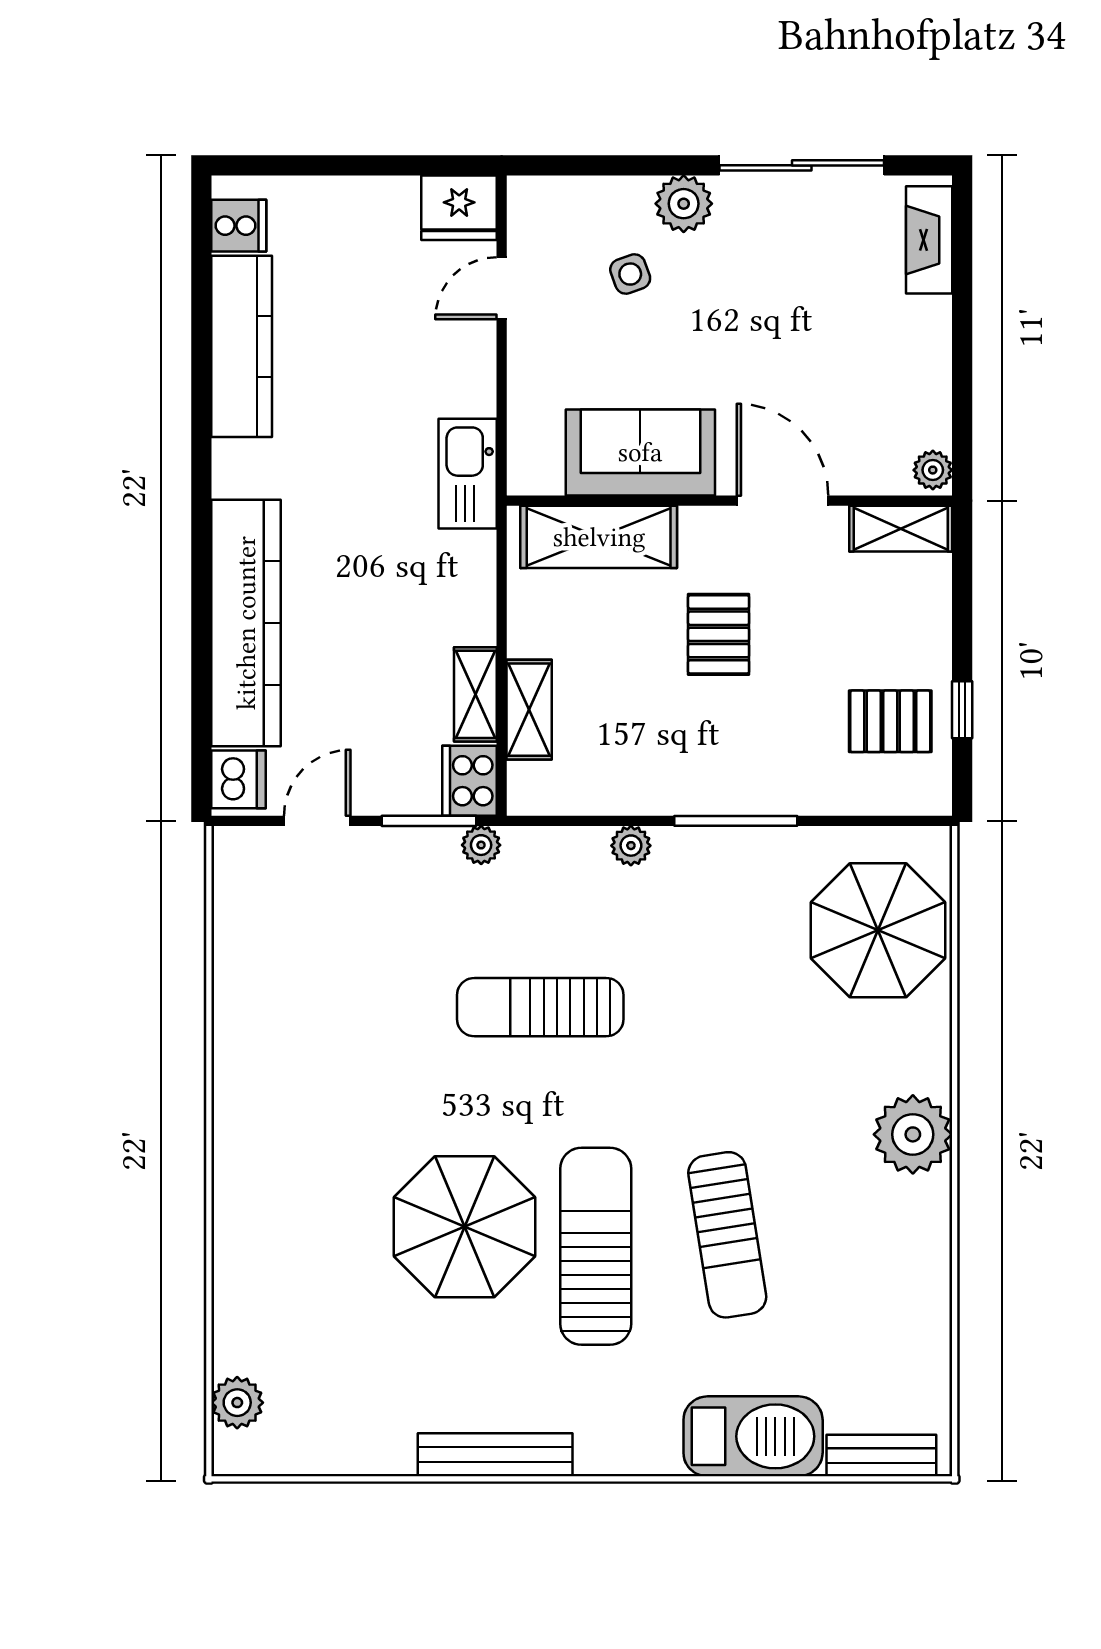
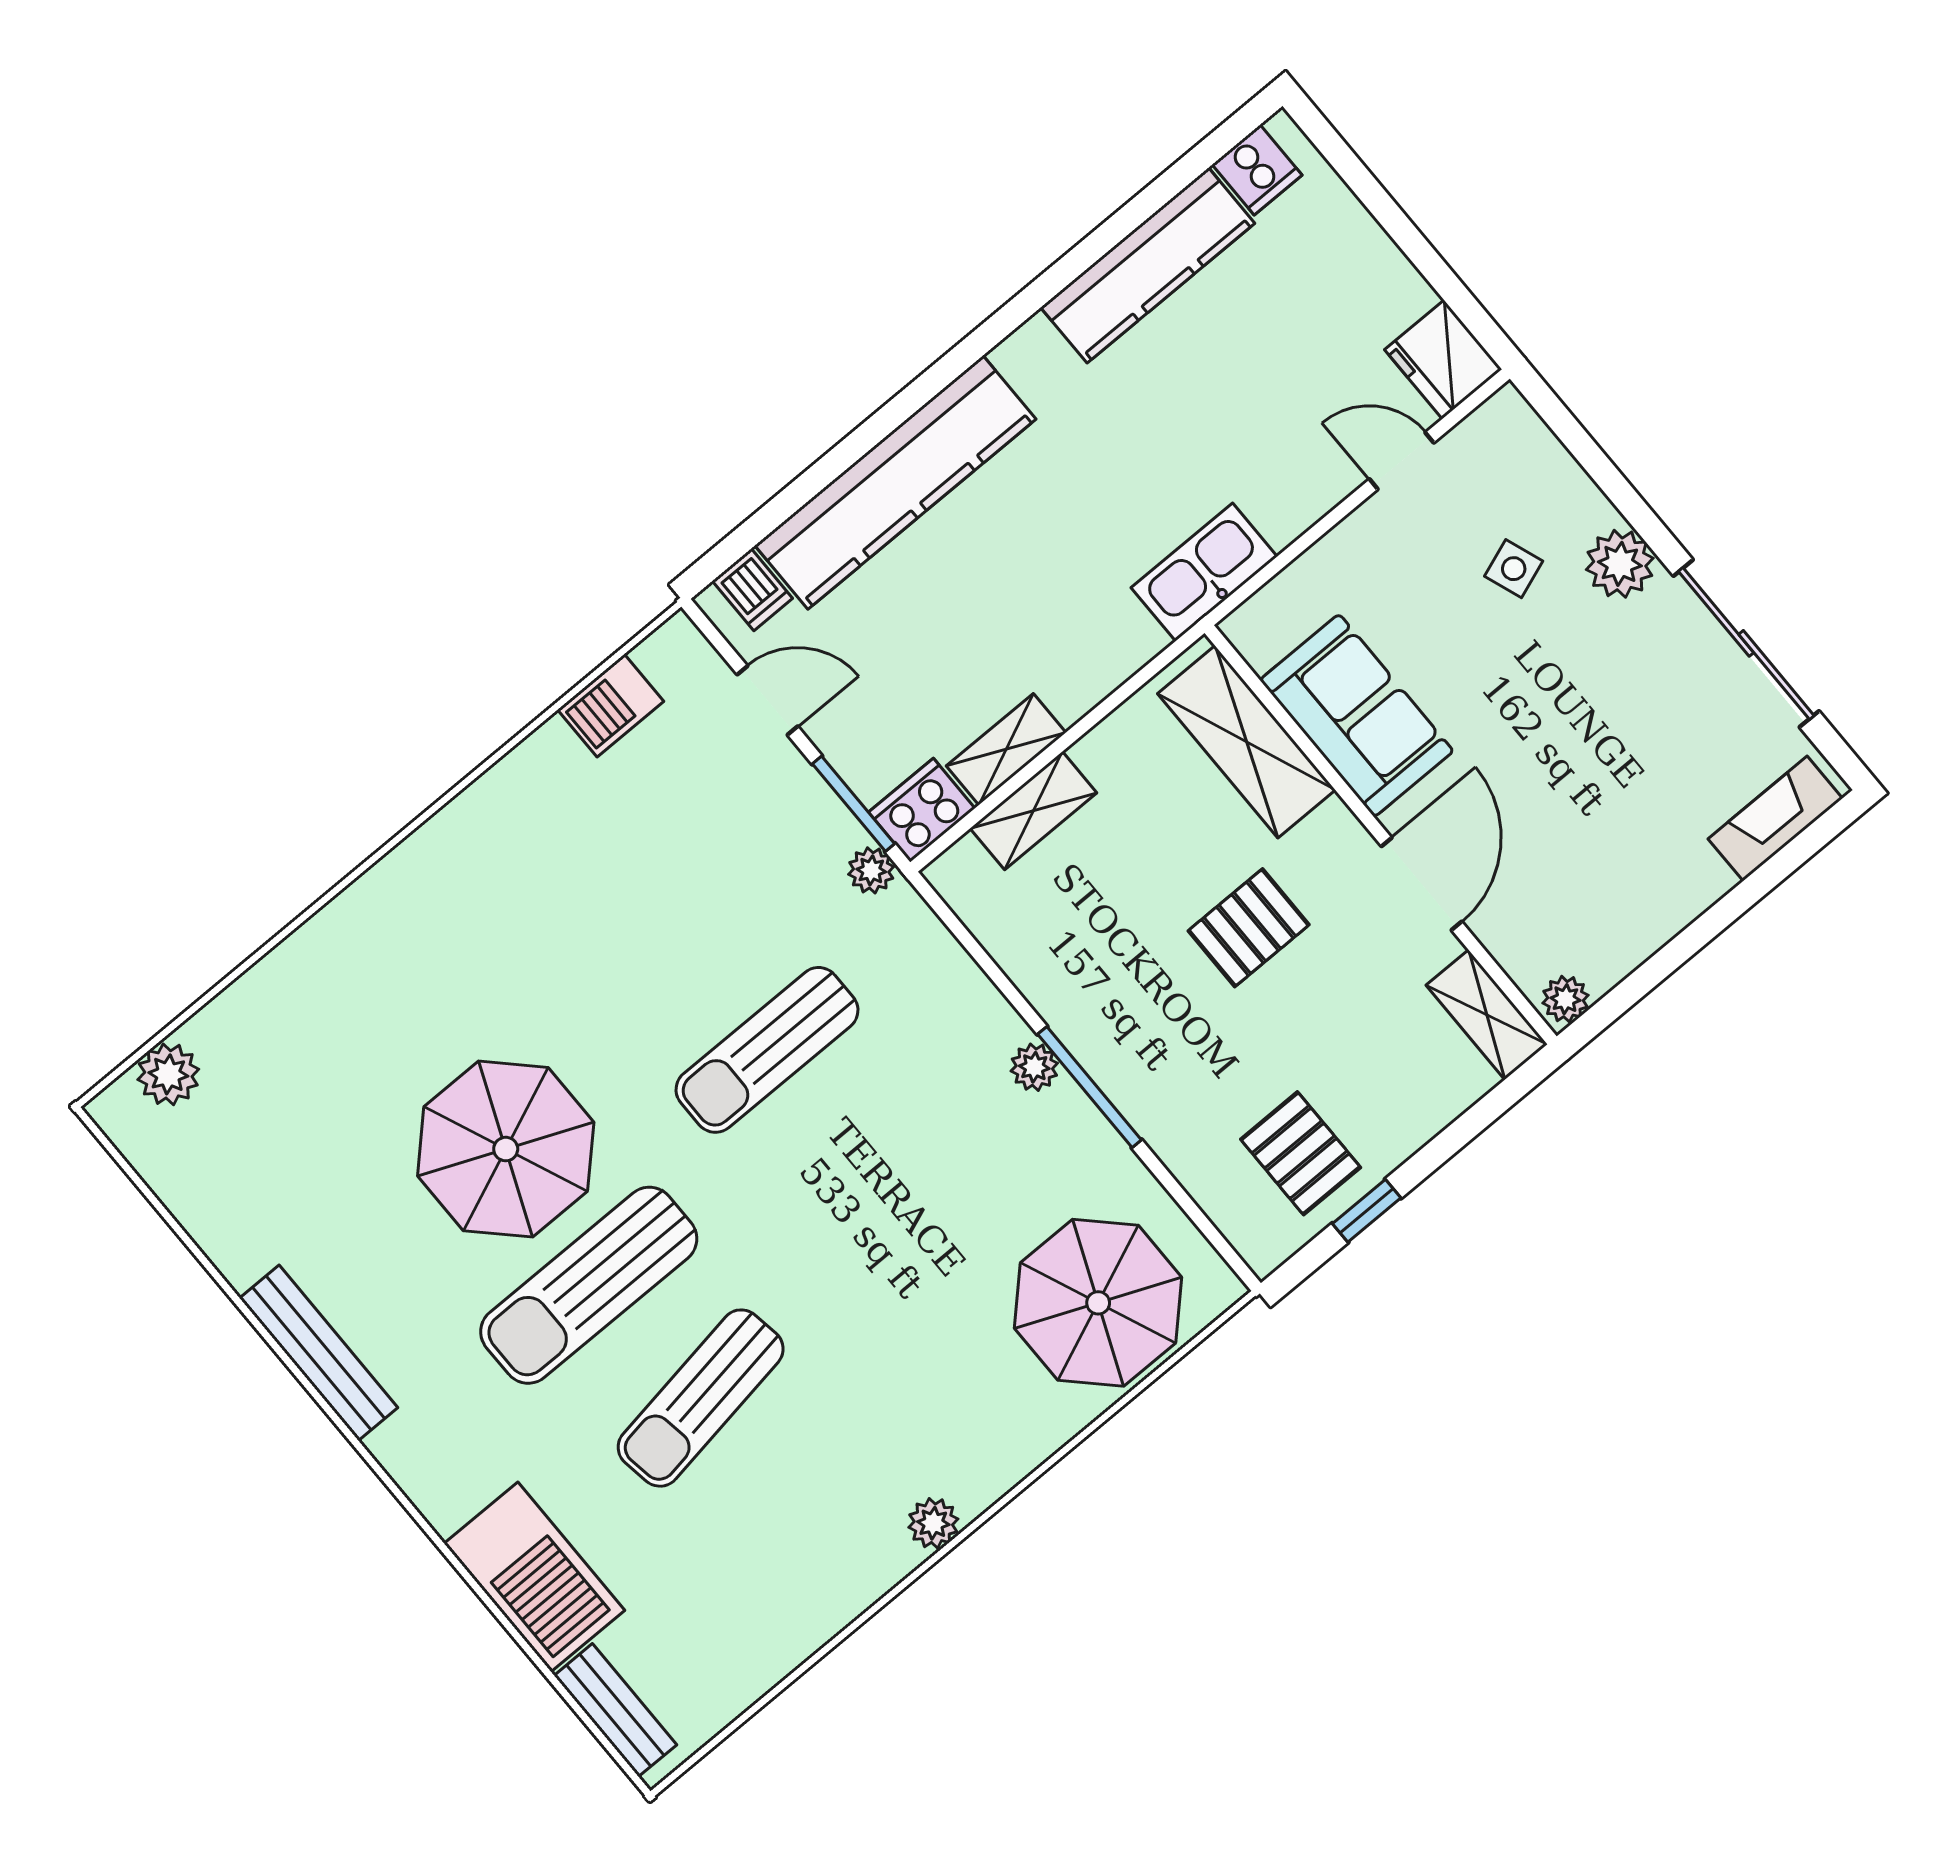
dishwasher: (238, 779) -> (752, 590), width x0.73
plant: (631, 846) -> (1034, 1067), moved
barbecue: (237, 924) -> (611, 706), added
sun lounger: (540, 1007) -> (767, 1050), turned -90
plant: (913, 1134) -> (933, 1523), width x0.53, depth x0.53
sun lounger: (596, 1246) -> (589, 1285), turned 180

